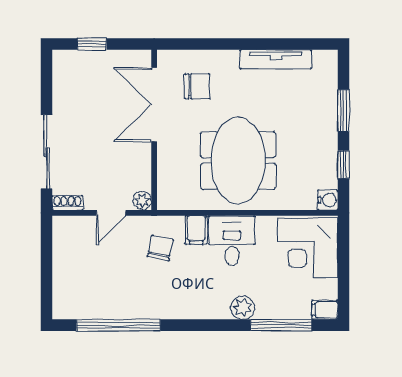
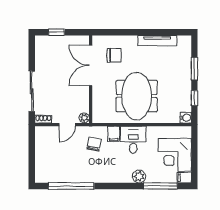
corner desk: (308, 248) -> (175, 155), moved

